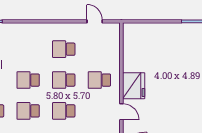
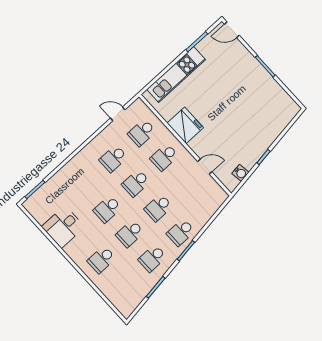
kitchen unit: (159, 31) -> (176, 75), added
school desk: (99, 49) -> (142, 133), added
fridge: (134, 86) -> (185, 125), moved

